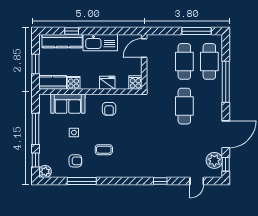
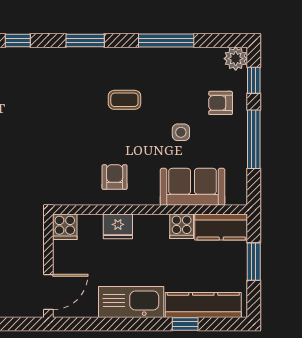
armchair: (75, 161) -> (221, 103), moved
window: (125, 181) -> (85, 40), added

